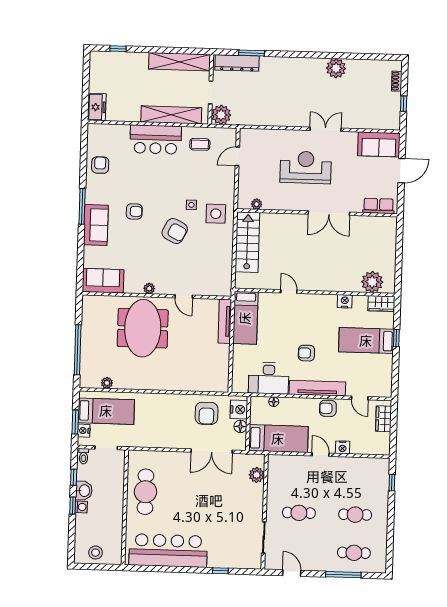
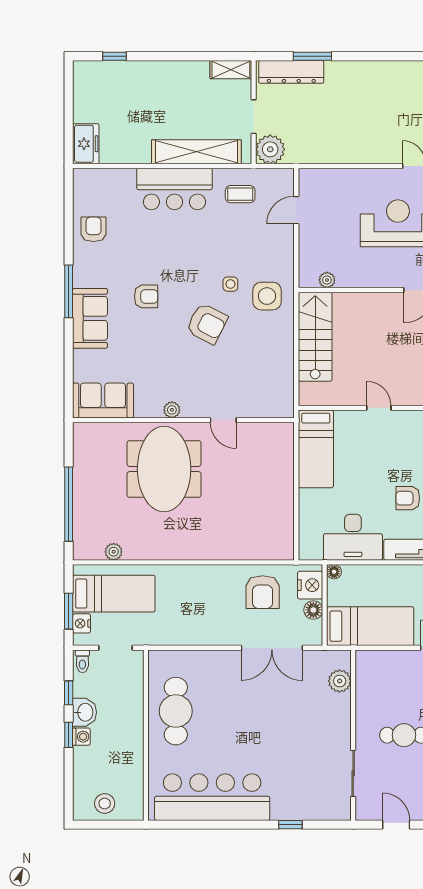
shelving: (179, 62) -> (231, 70), width x0.45, depth x0.75
tv unit: (225, 321) -> (285, 455), removed
floor lamp: (274, 402) -> (334, 572), moved

